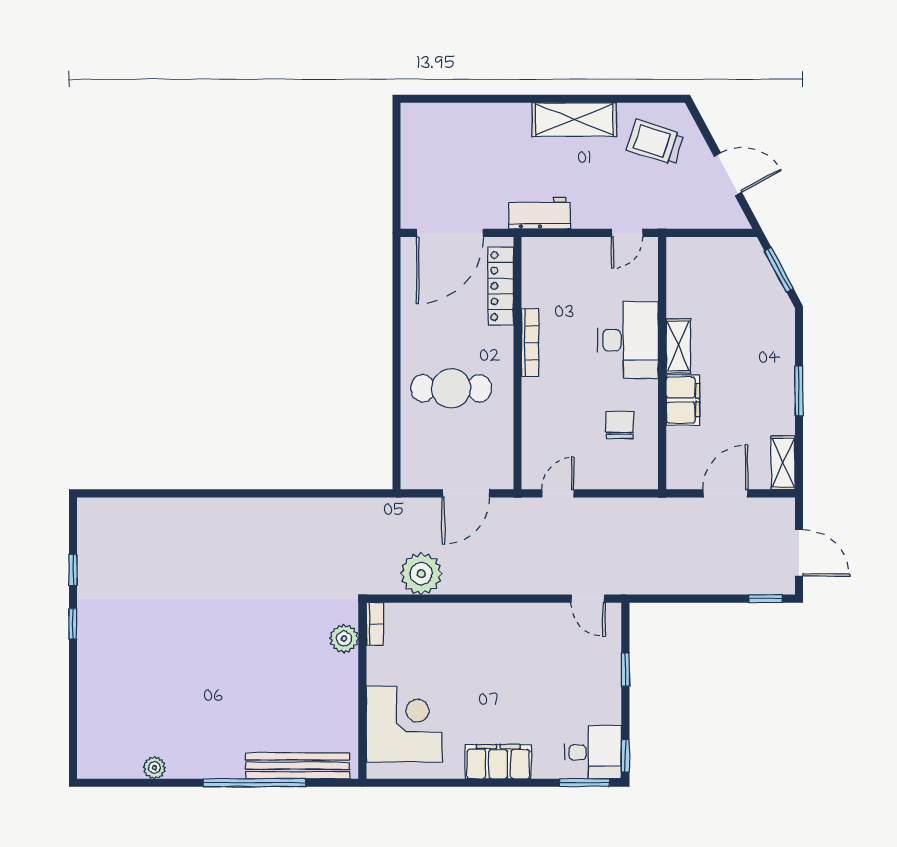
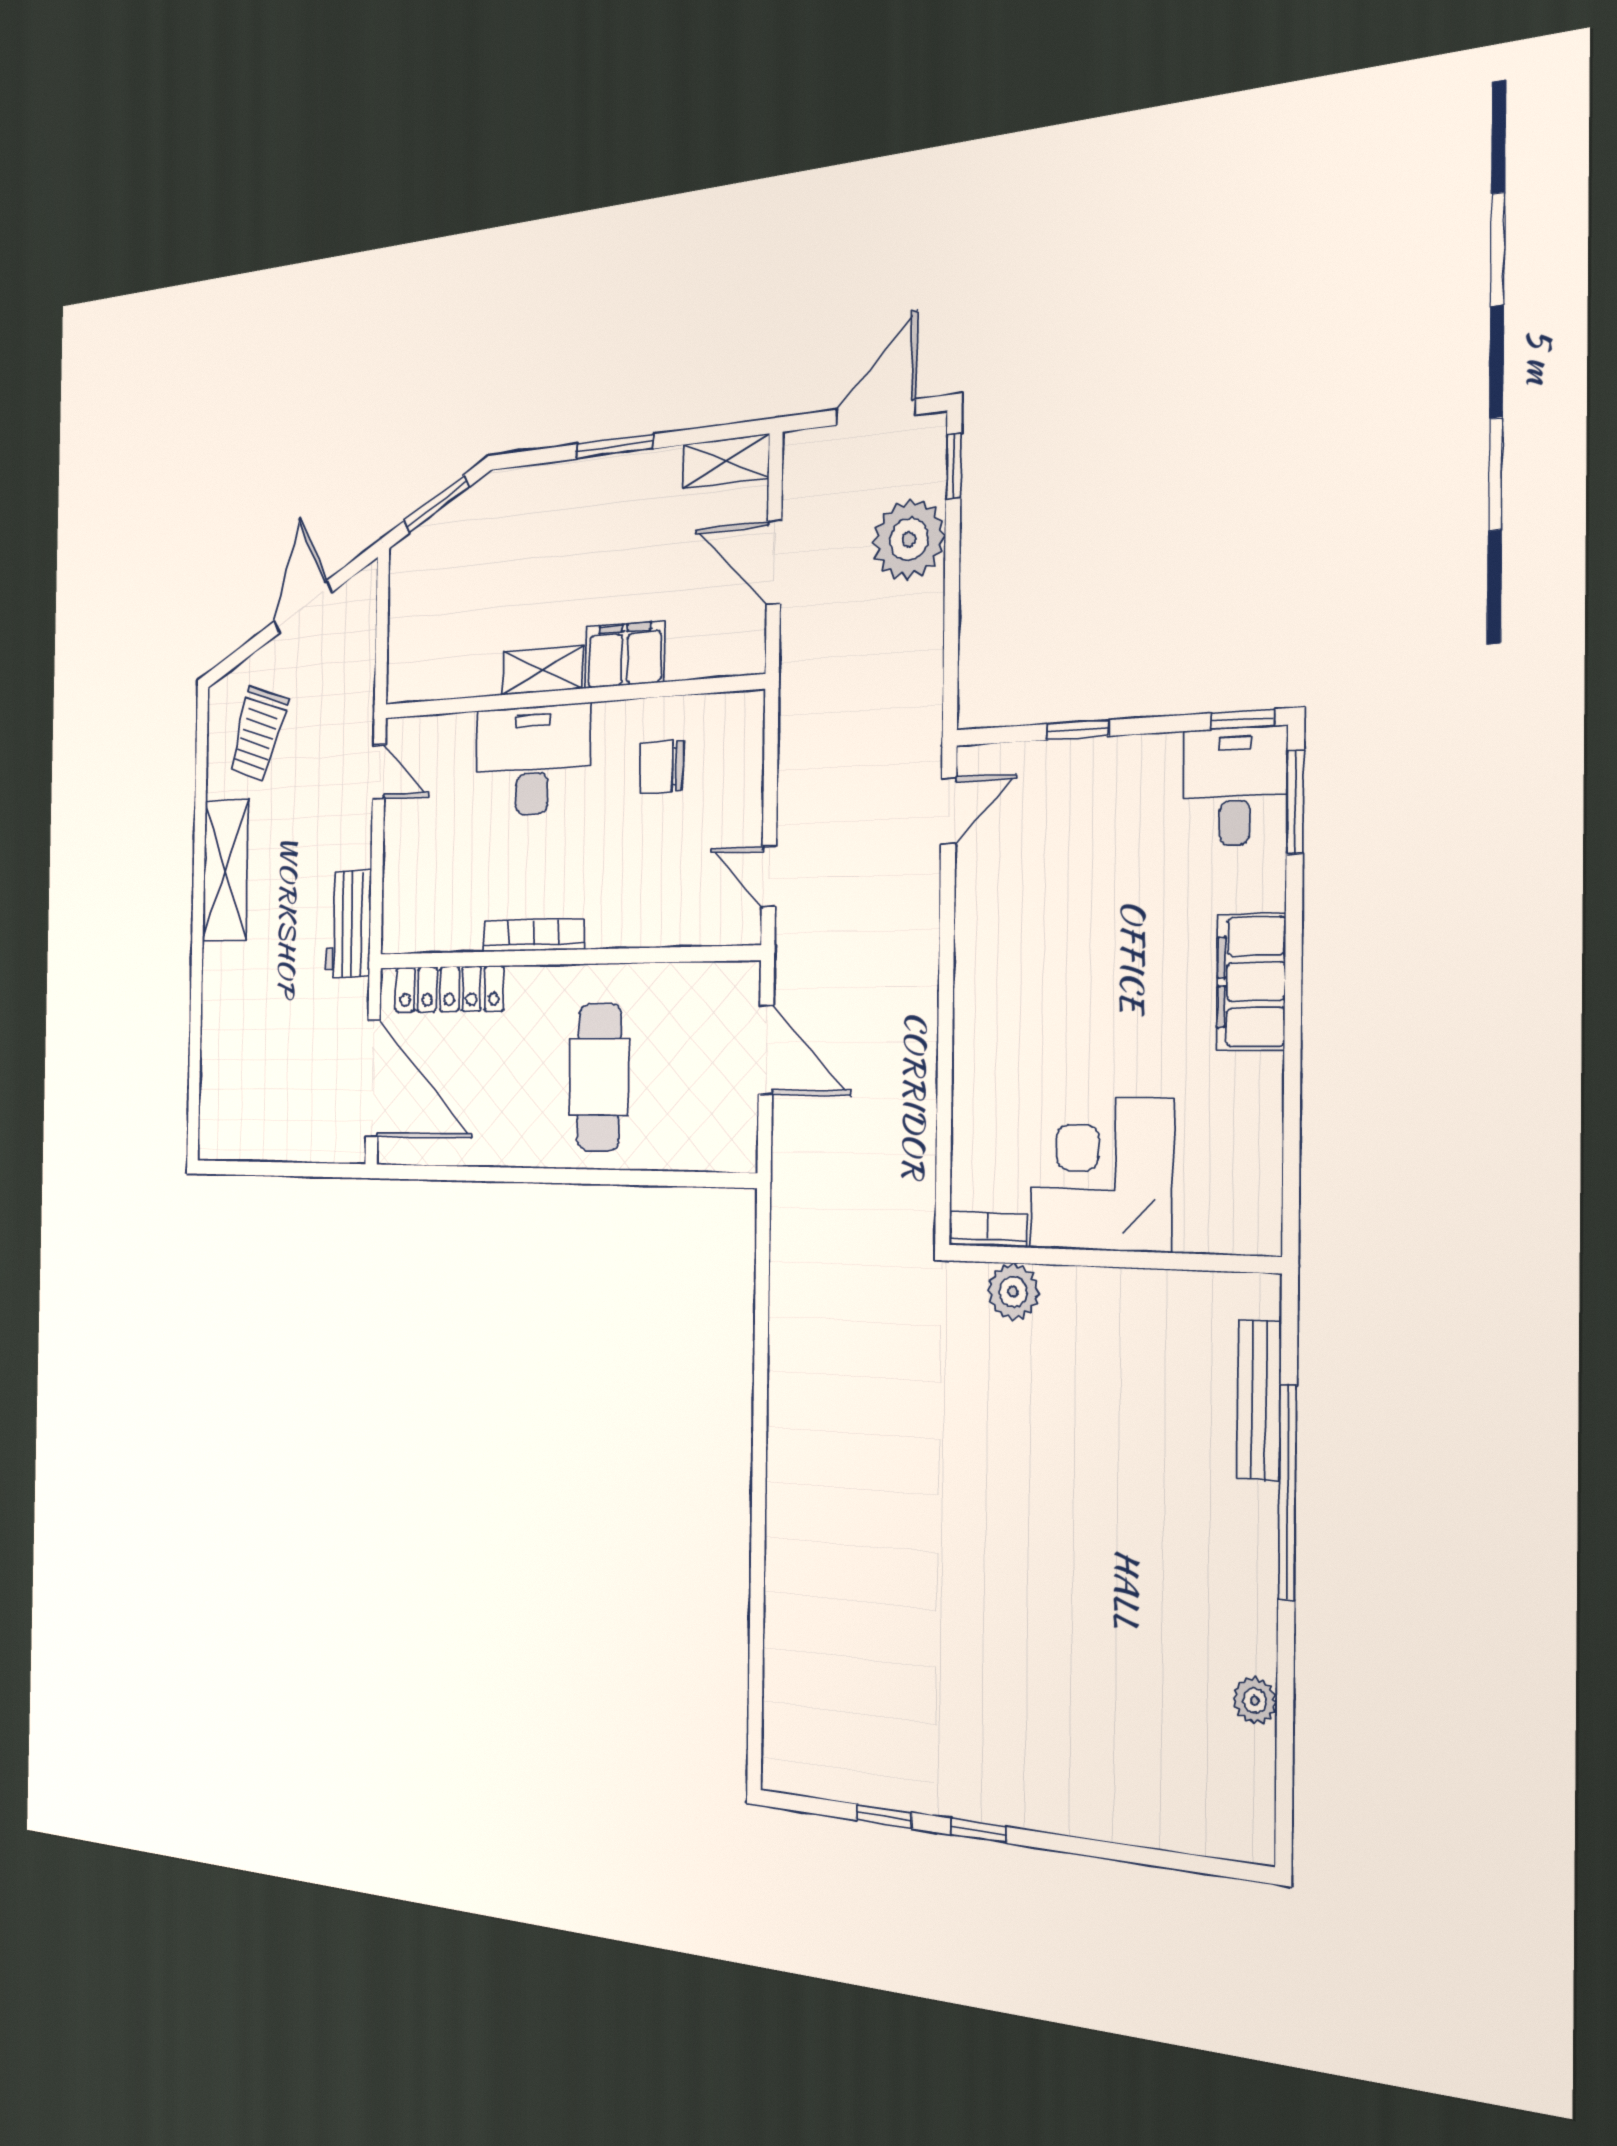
plant: (421, 574) -> (909, 539), moved
corner desk: (404, 724) -> (1101, 1174), moved
bench: (298, 766) -> (1259, 1400), width x0.73, depth x0.82

